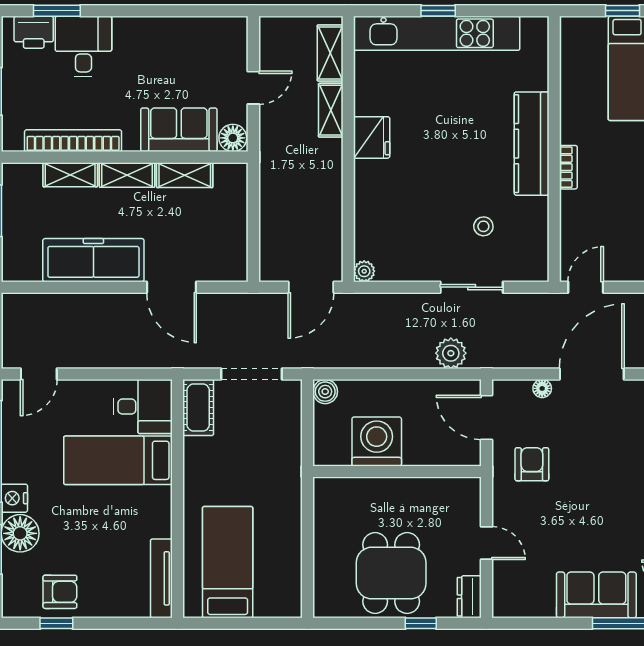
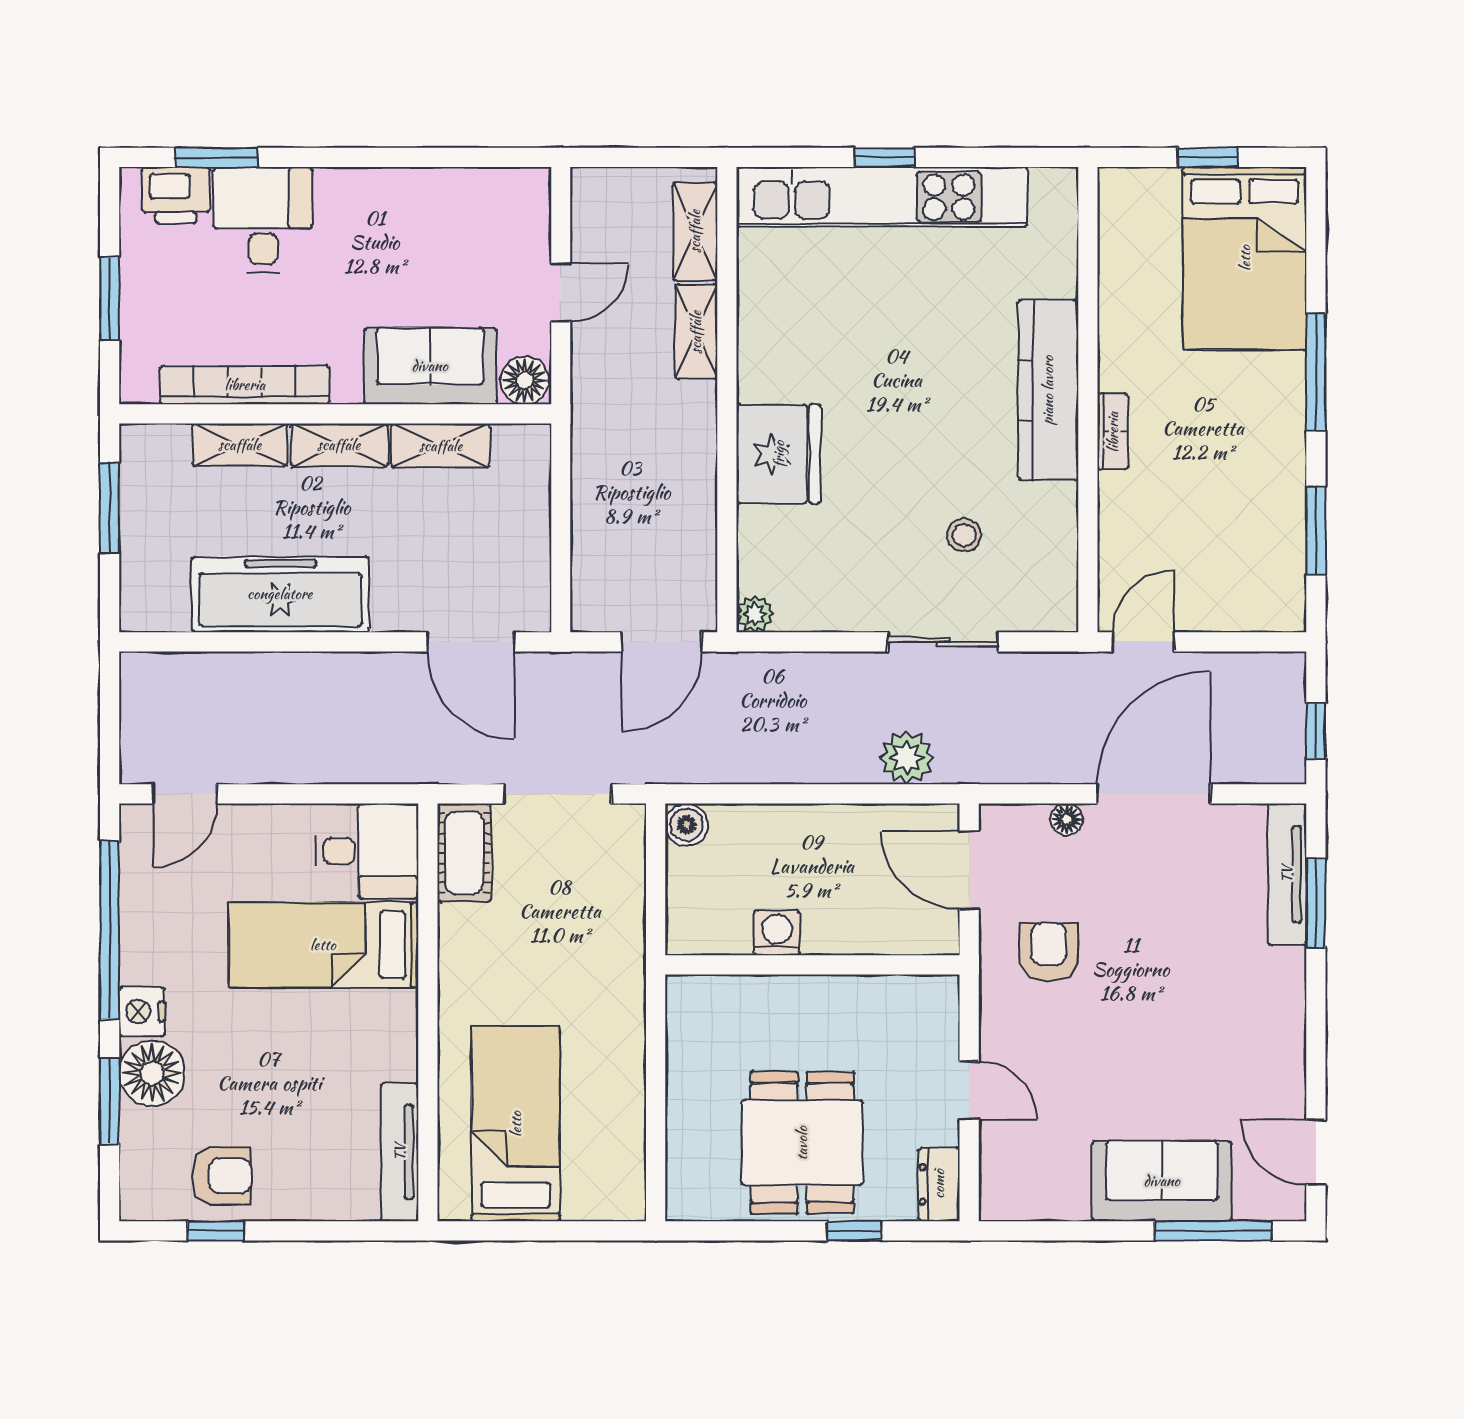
fridge: (372, 137) -> (779, 454), moved, width x1.36, depth x1.34
door: (171, 287) -> (471, 642), moved
washing machine: (377, 442) -> (777, 933), width x0.53, depth x0.53

